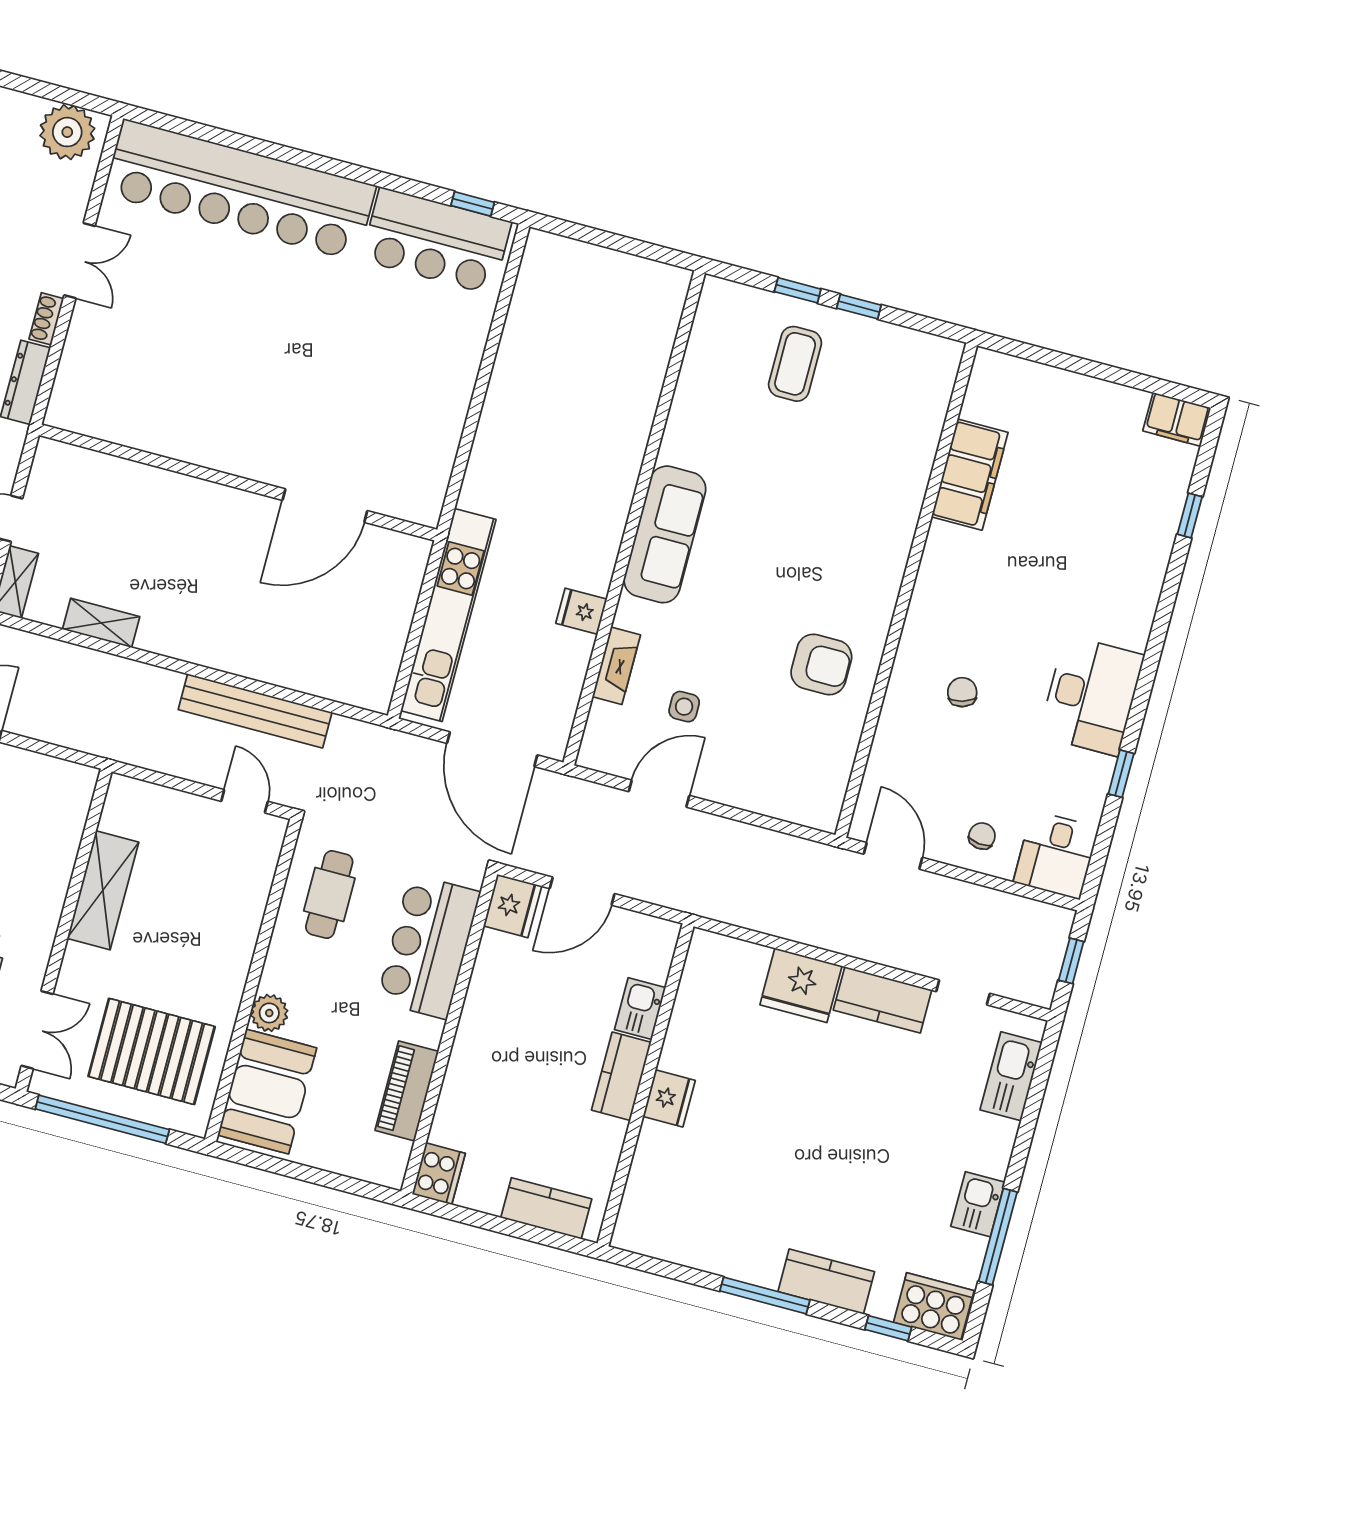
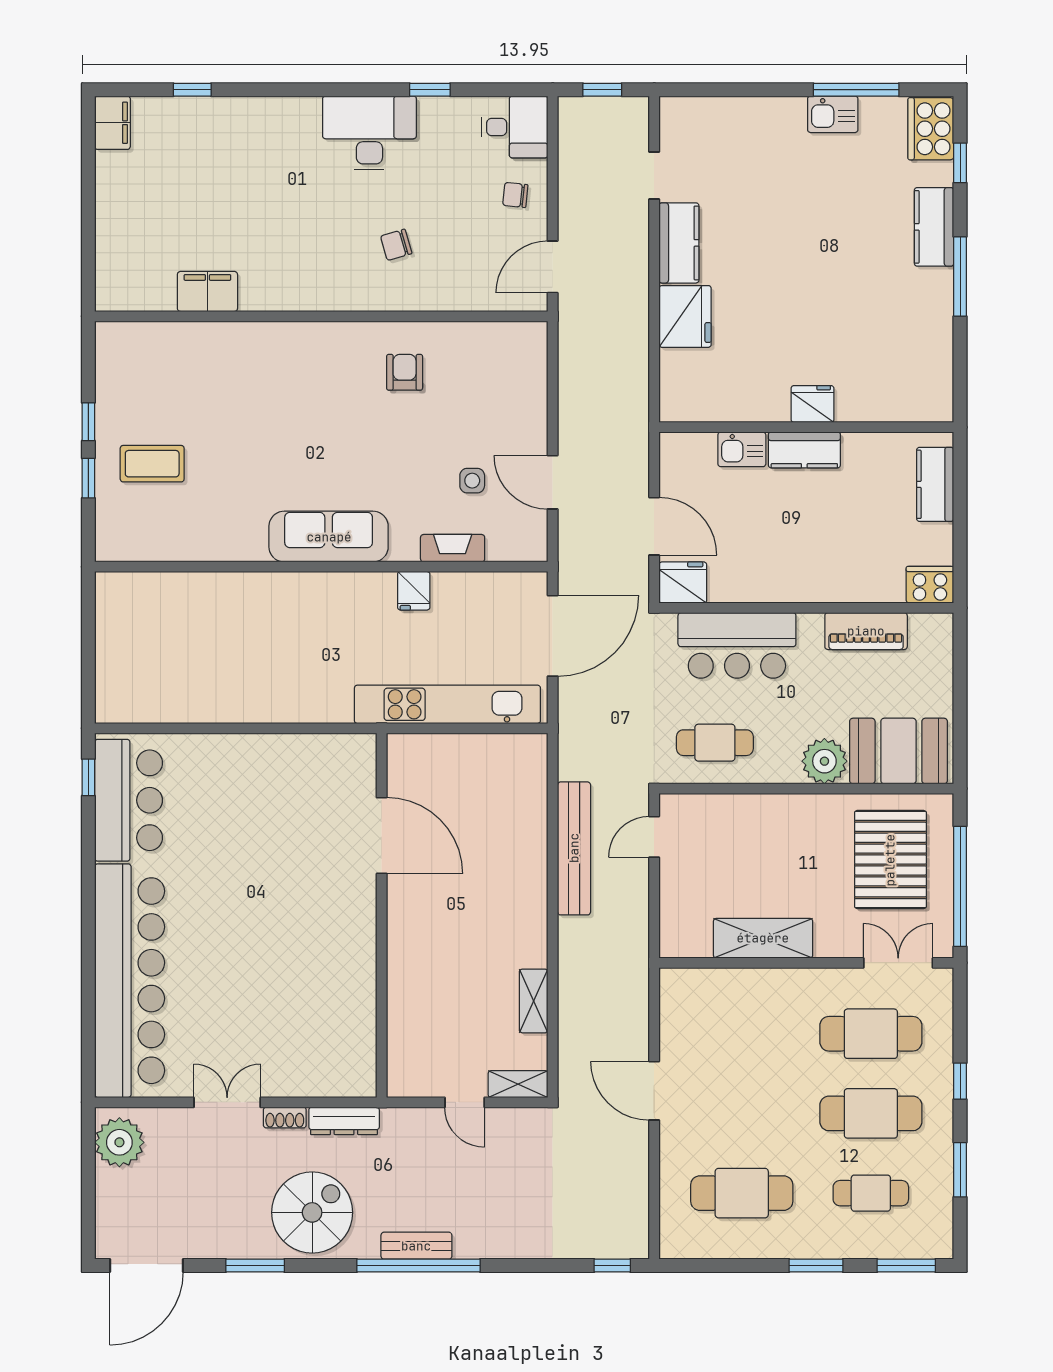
filing cabinet: (970, 475) -> (207, 291), width x0.67, depth x0.86
armchair: (821, 664) -> (405, 372), width x0.72, depth x0.72
plant: (269, 1013) -> (824, 761), width x1.36, depth x1.36
kitchen sink: (1011, 1076) -> (715, 115), removed

